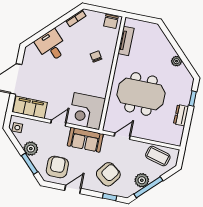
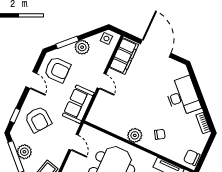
desk: (51, 46) -> (183, 96), width x1.37
plant: (102, 80) -> (135, 135), added
corner desk: (87, 111) -> (107, 112), removed

